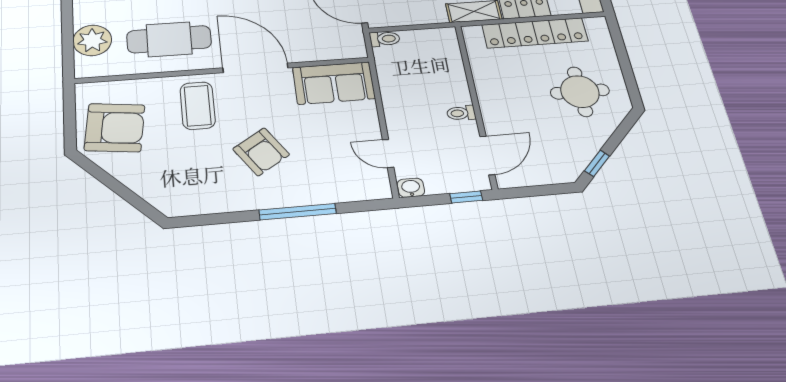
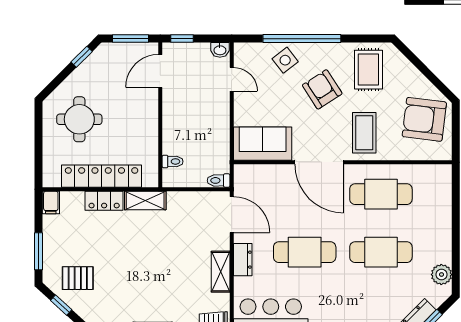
plant: (92, 40) -> (438, 198), removed
toilet: (461, 113) -> (173, 161), moved
rug: (198, 181) -> (368, 70), added
side table: (318, 183) -> (285, 60), added
window: (537, 191) -> (131, 39), added
window: (298, 212) -> (302, 39), width x1.46

